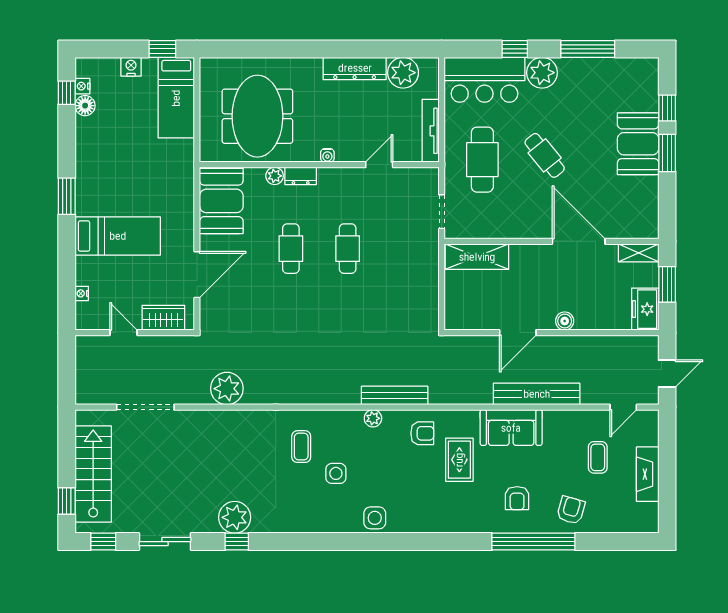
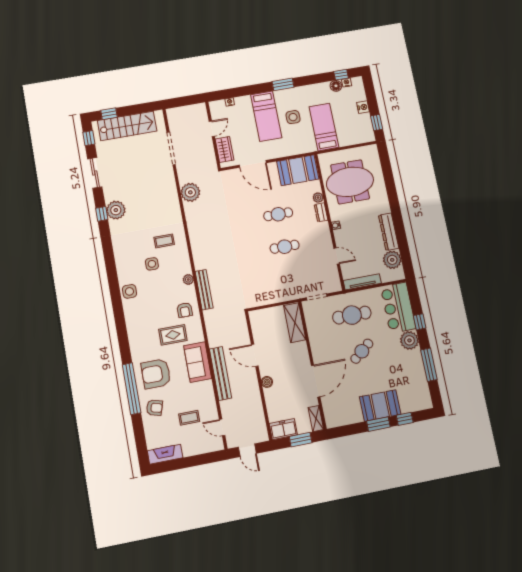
bed: (176, 98) -> (324, 127), moved, turned 90
side table: (127, 191) -> (293, 117), added
fireplace: (648, 474) -> (165, 454), moved
armchair: (517, 498) -> (156, 374), width x1.88, depth x1.88

